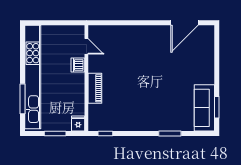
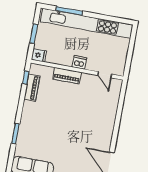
door: (86, 46) -> (105, 75), hinge flipped
dishwasher: (78, 65) -> (79, 62), moved
piano: (115, 125) -> (32, 88), added

